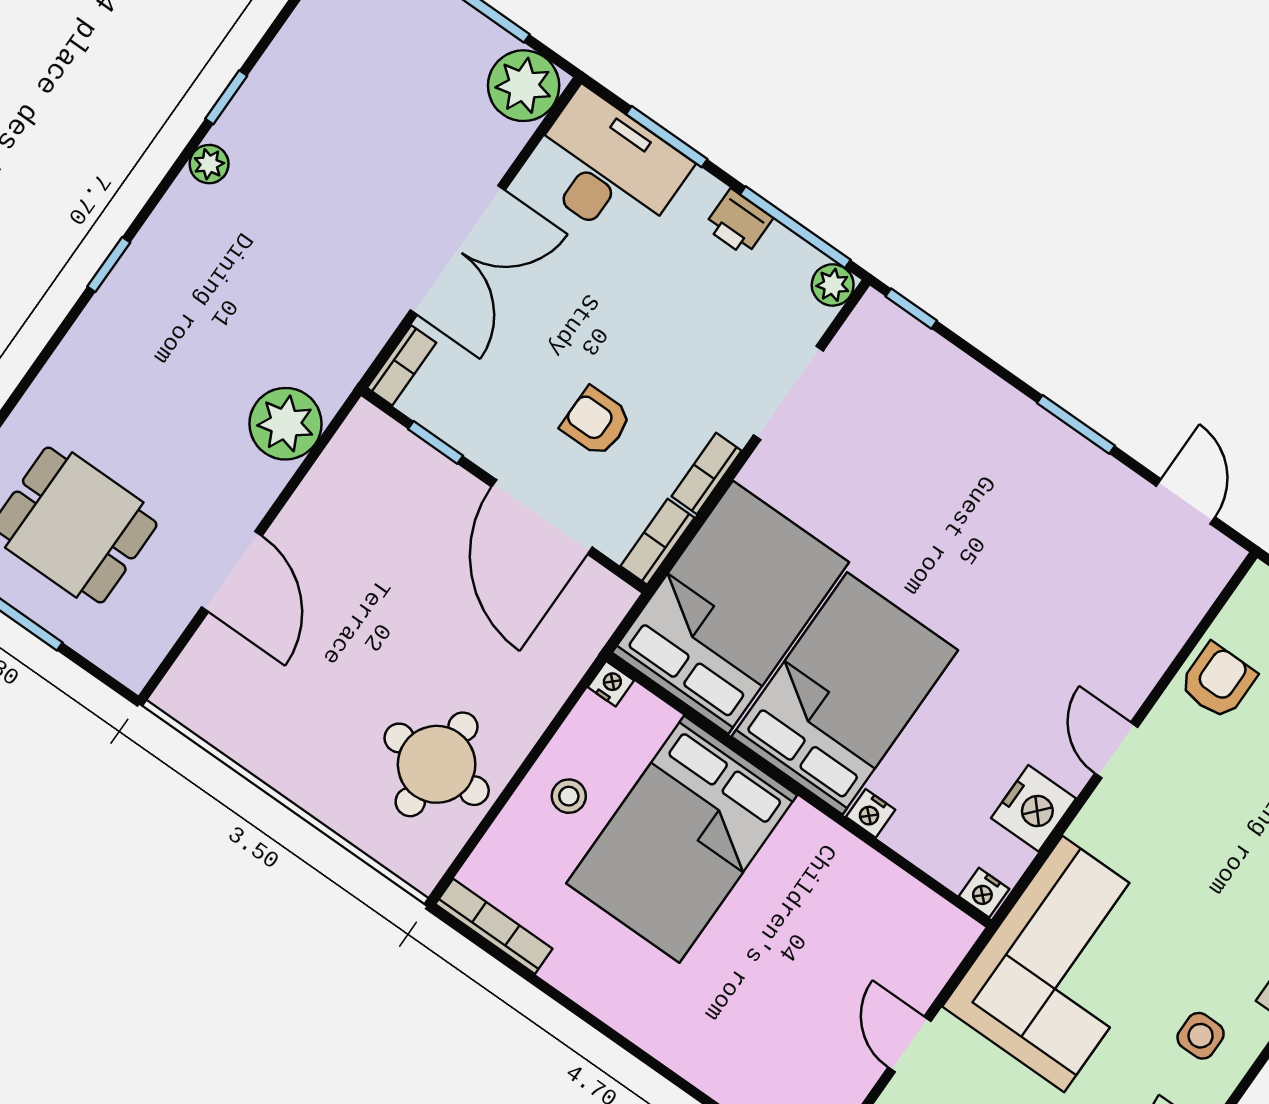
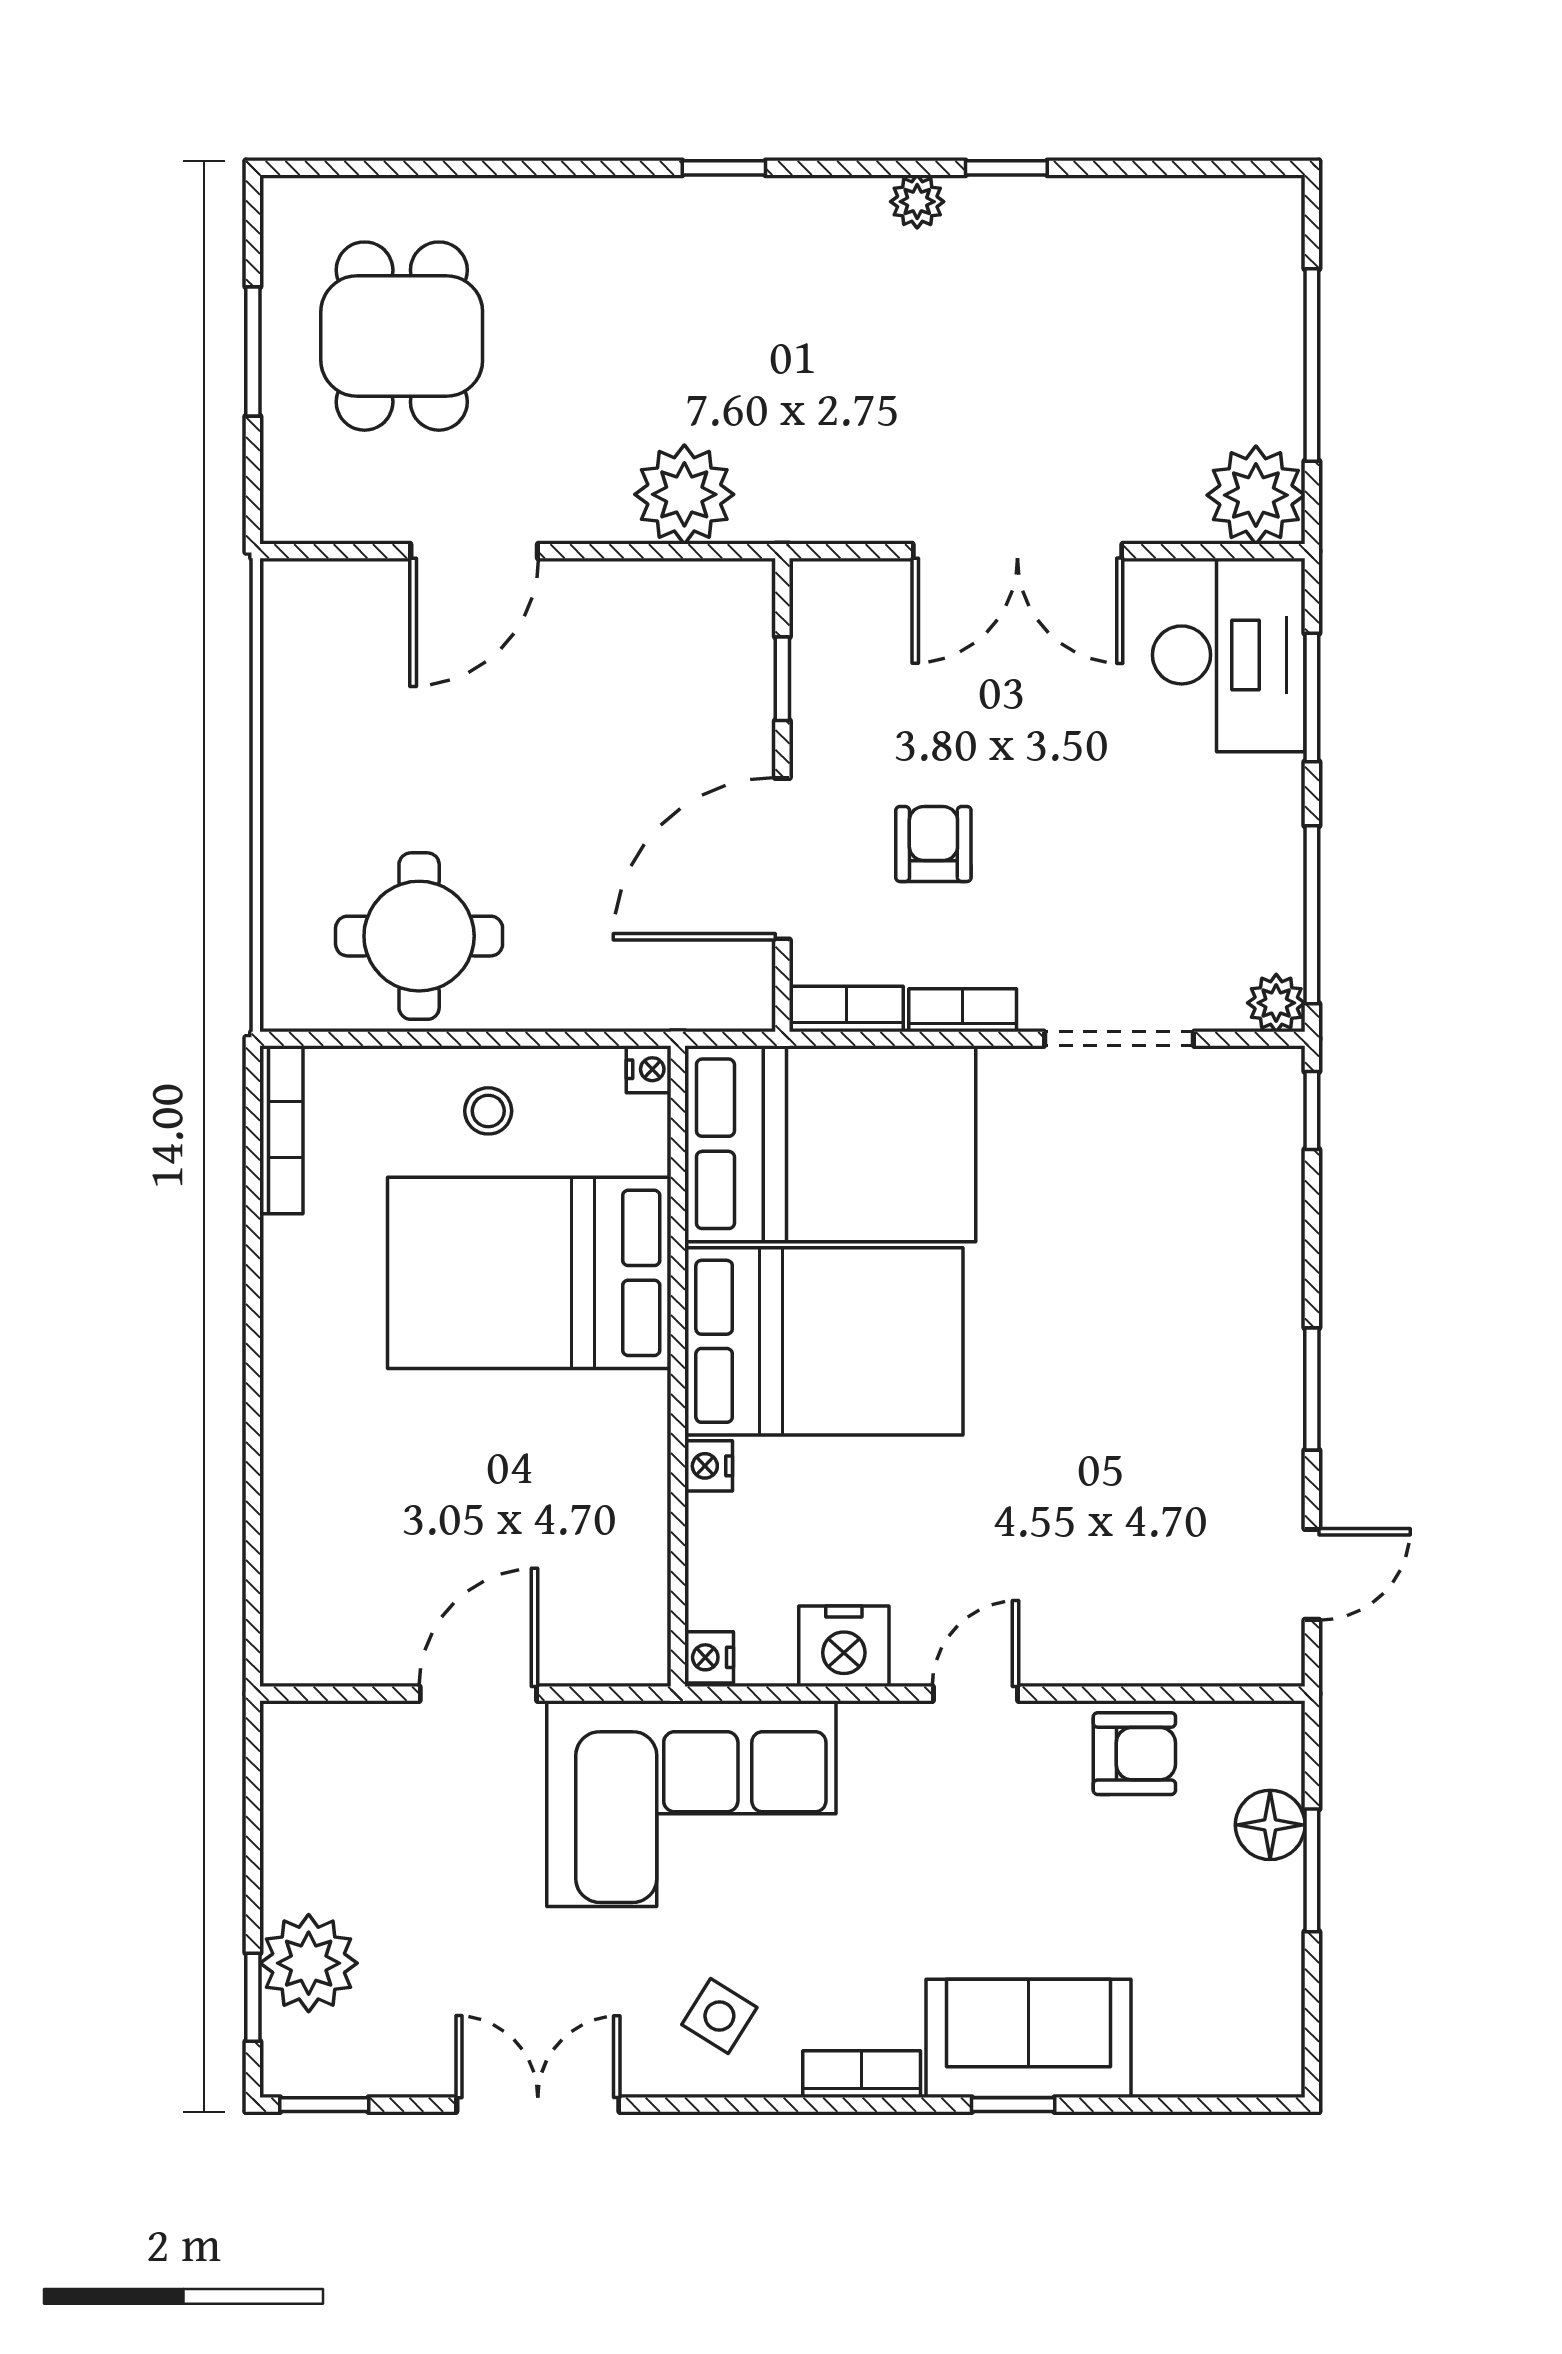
printer: (738, 222) -> (1272, 847), removed
bookcase: (402, 365) -> (843, 579), removed
side table: (1201, 1036) -> (719, 2016), turned 32
door: (910, 1044) -> (478, 1694), width x1.38

